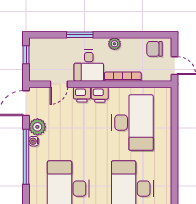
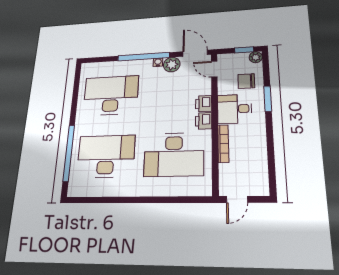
plant: (114, 44) -> (256, 57), moved
chair: (154, 49) -> (246, 81), moved, turned -90
door: (59, 84) -> (214, 69), moved

